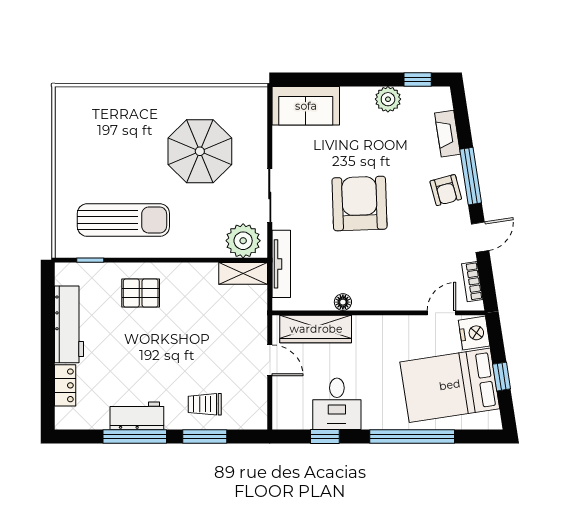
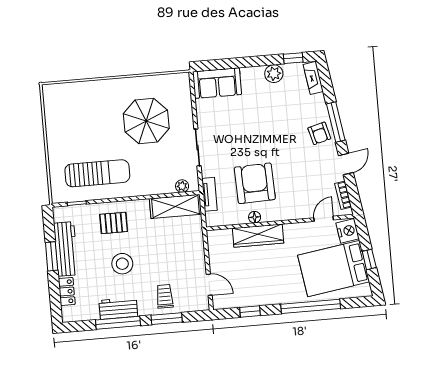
fireplace: (447, 134) -> (313, 78), moved
armchair: (360, 204) -> (255, 183), moved
plant: (243, 241) -> (182, 186), width x0.53, depth x0.53
tv unit: (281, 264) -> (209, 194), width x0.71
shelving: (243, 273) -> (175, 206), width x1.50, depth x1.33
wardrobe: (316, 329) -> (258, 236), moved
window: (48, 333) -> (52, 256), added
stool: (148, 352) -> (122, 264), added
door: (270, 360) -> (209, 285), moved
trolley: (205, 404) -> (165, 296), turned 90
desk: (337, 404) -> (256, 288), removed

